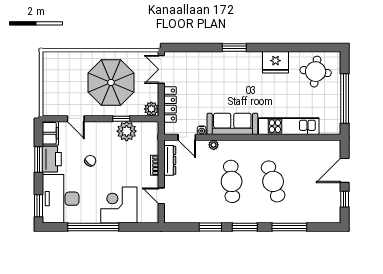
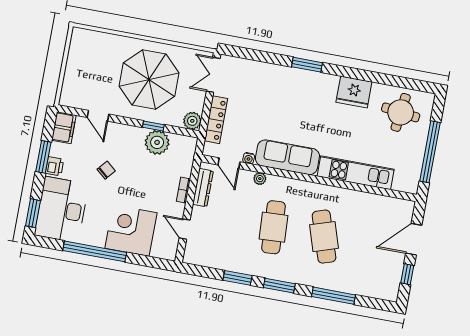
printer: (52, 159) -> (55, 166), width x0.53, depth x0.68

